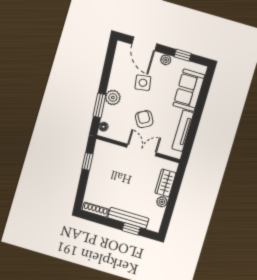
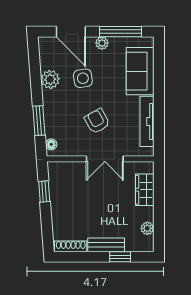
window: (183, 55) -> (120, 32), width x2.17
plant: (113, 98) -> (50, 79), moved
double door: (142, 150) -> (105, 159), swing flipped
plant: (162, 202) -> (147, 228), moved
bench: (128, 218) -> (106, 245), width x0.73

